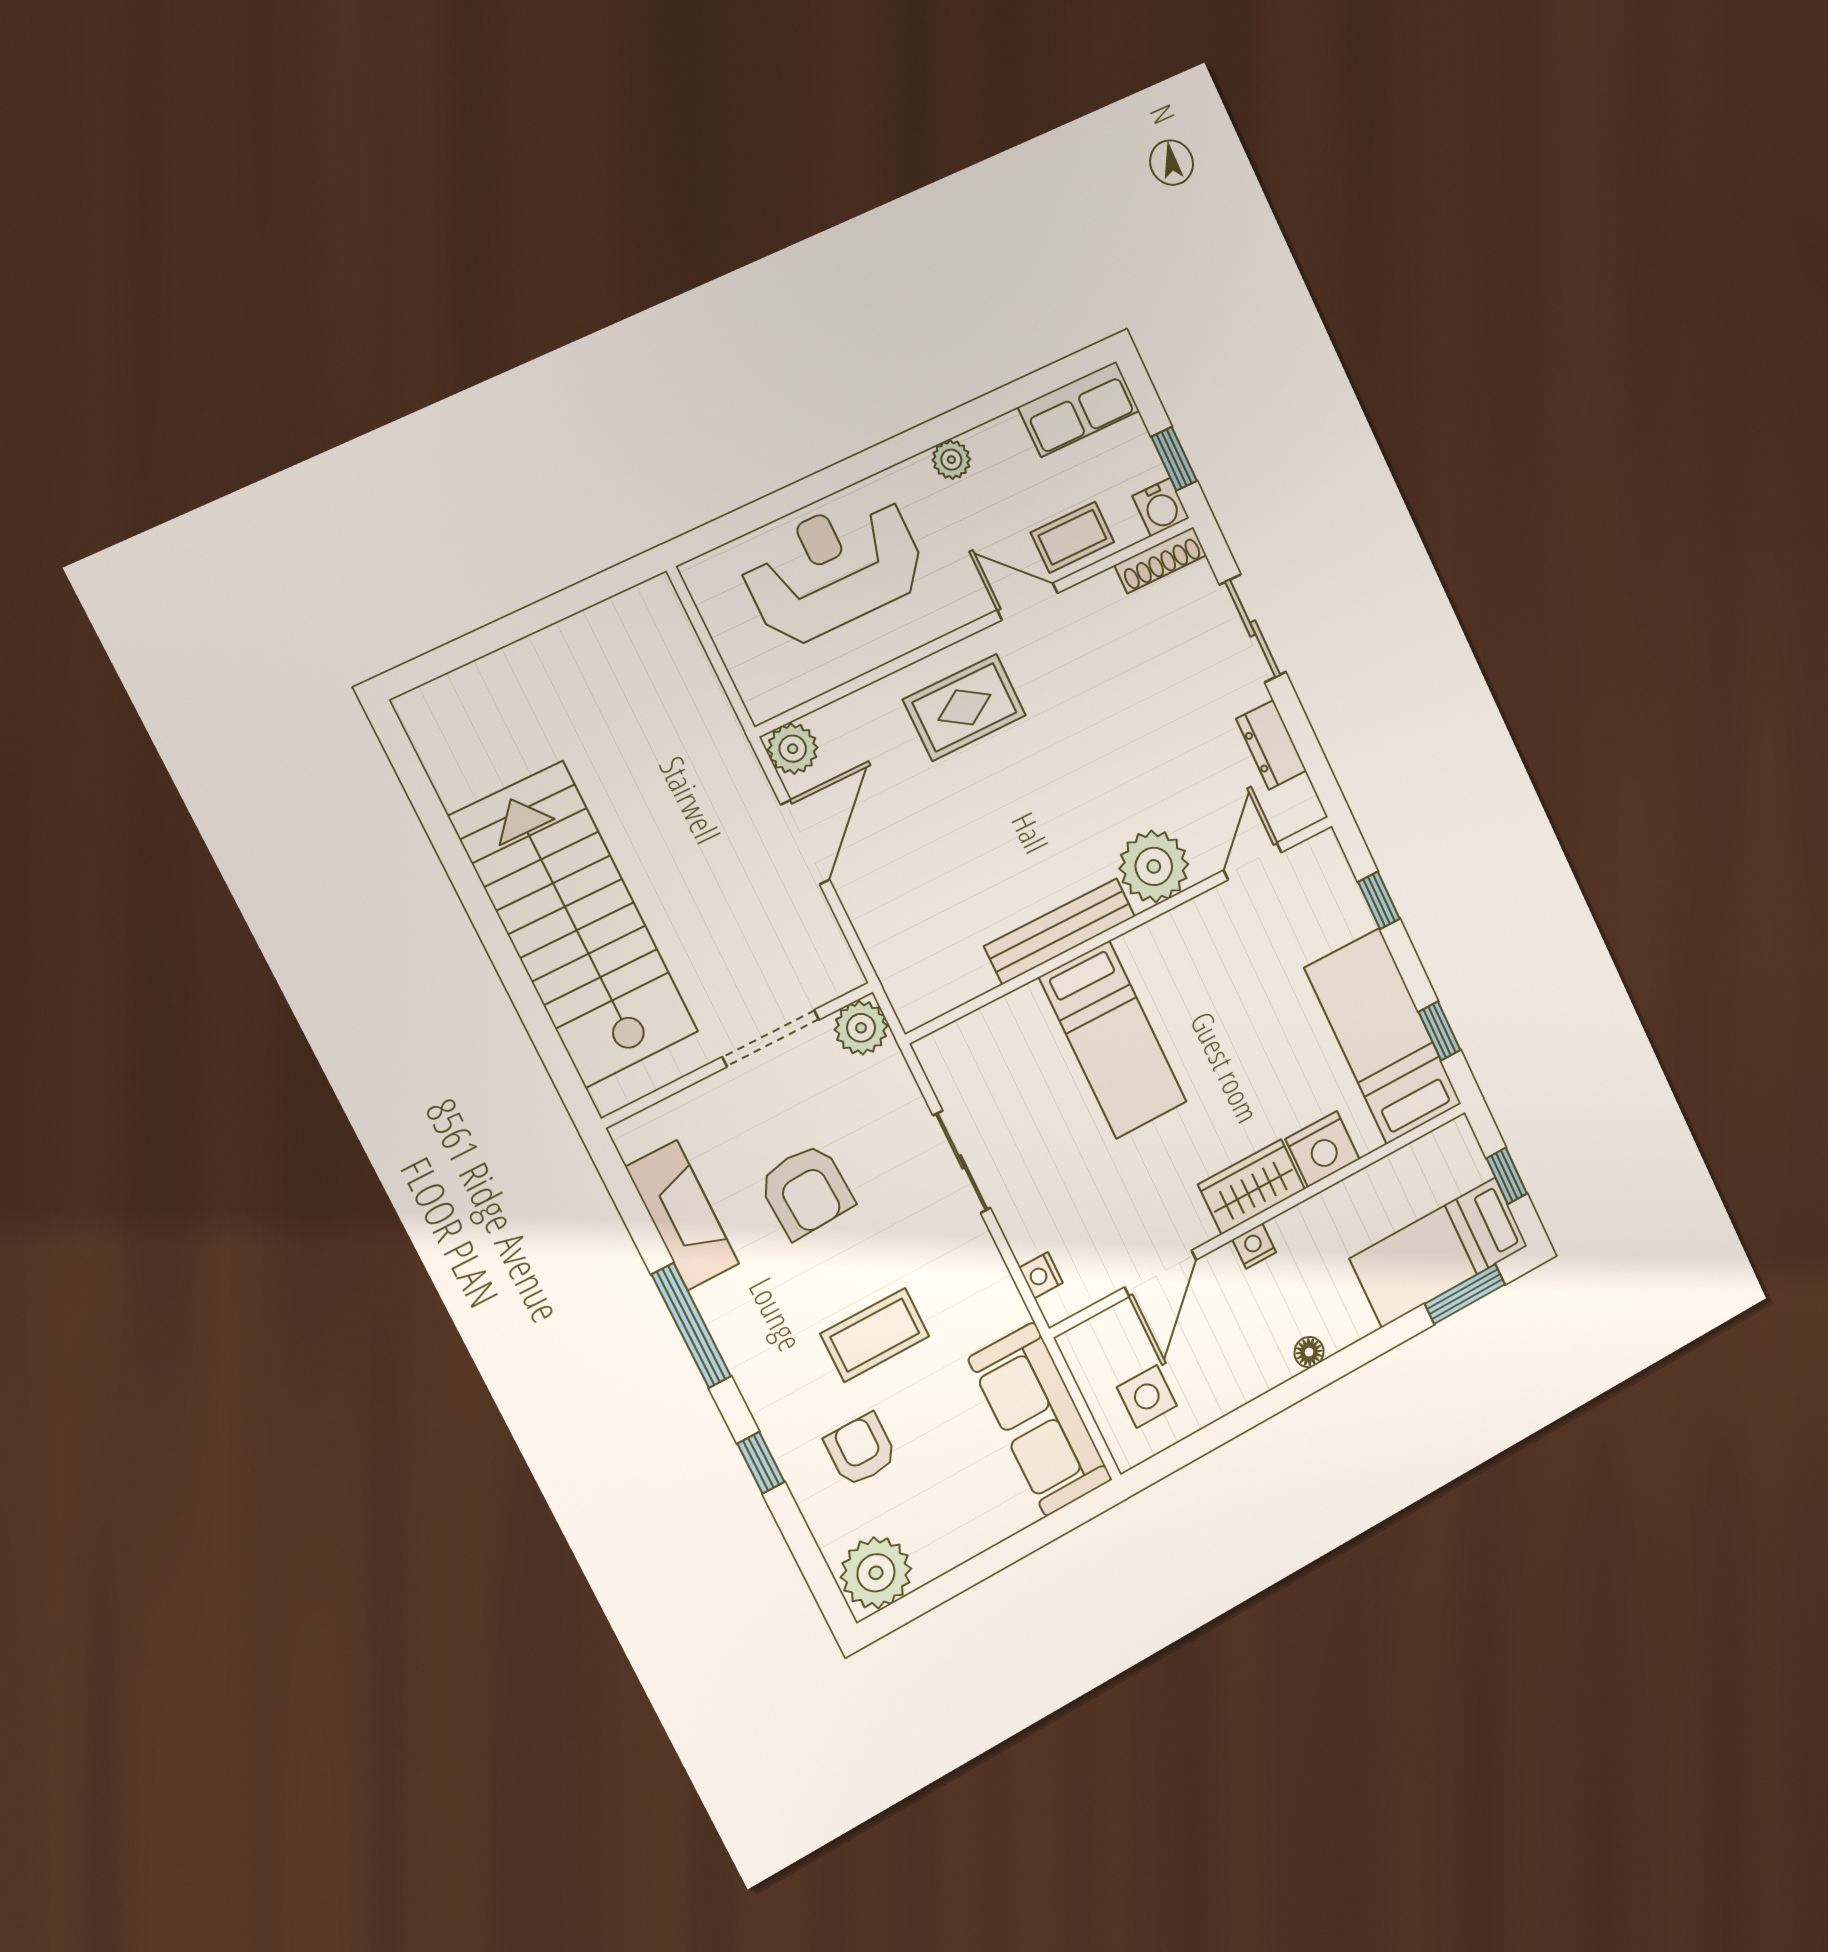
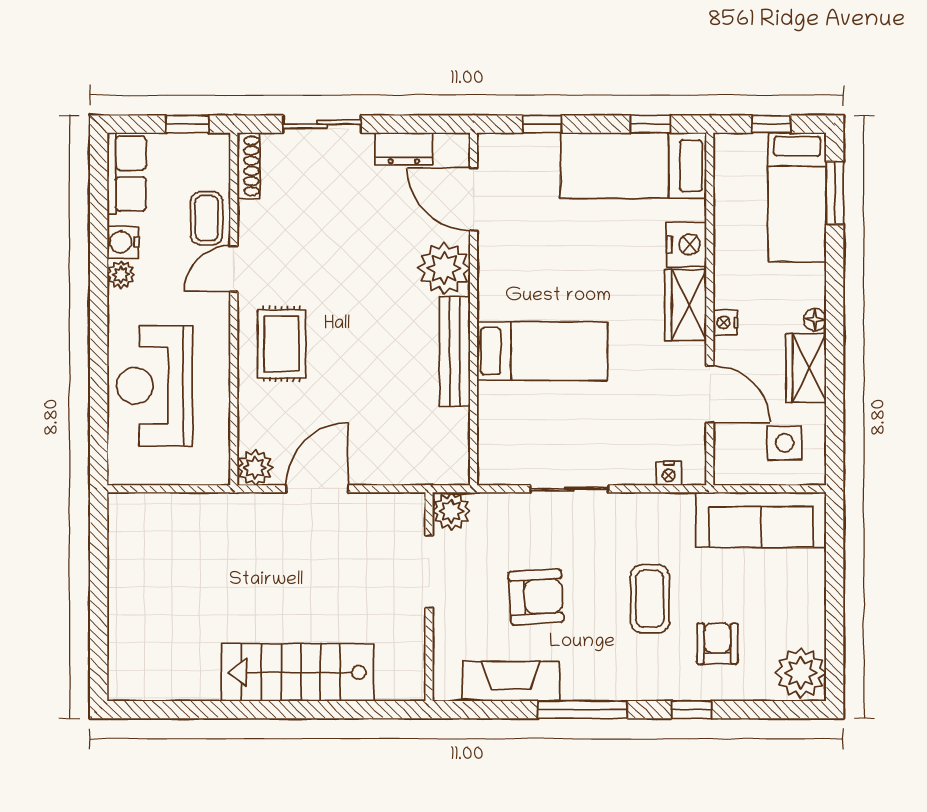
water cooler: (1161, 507) -> (123, 242), moved, turned 180
door: (805, 842) -> (317, 489), hinge flipped
door: (1253, 861) -> (473, 199), width x1.38
stairs: (574, 925) -> (298, 672), width x0.73, depth x0.66
wardrobe: (1248, 1373) -> (806, 368), added
armchair: (861, 1450) -> (717, 644), turned 90

